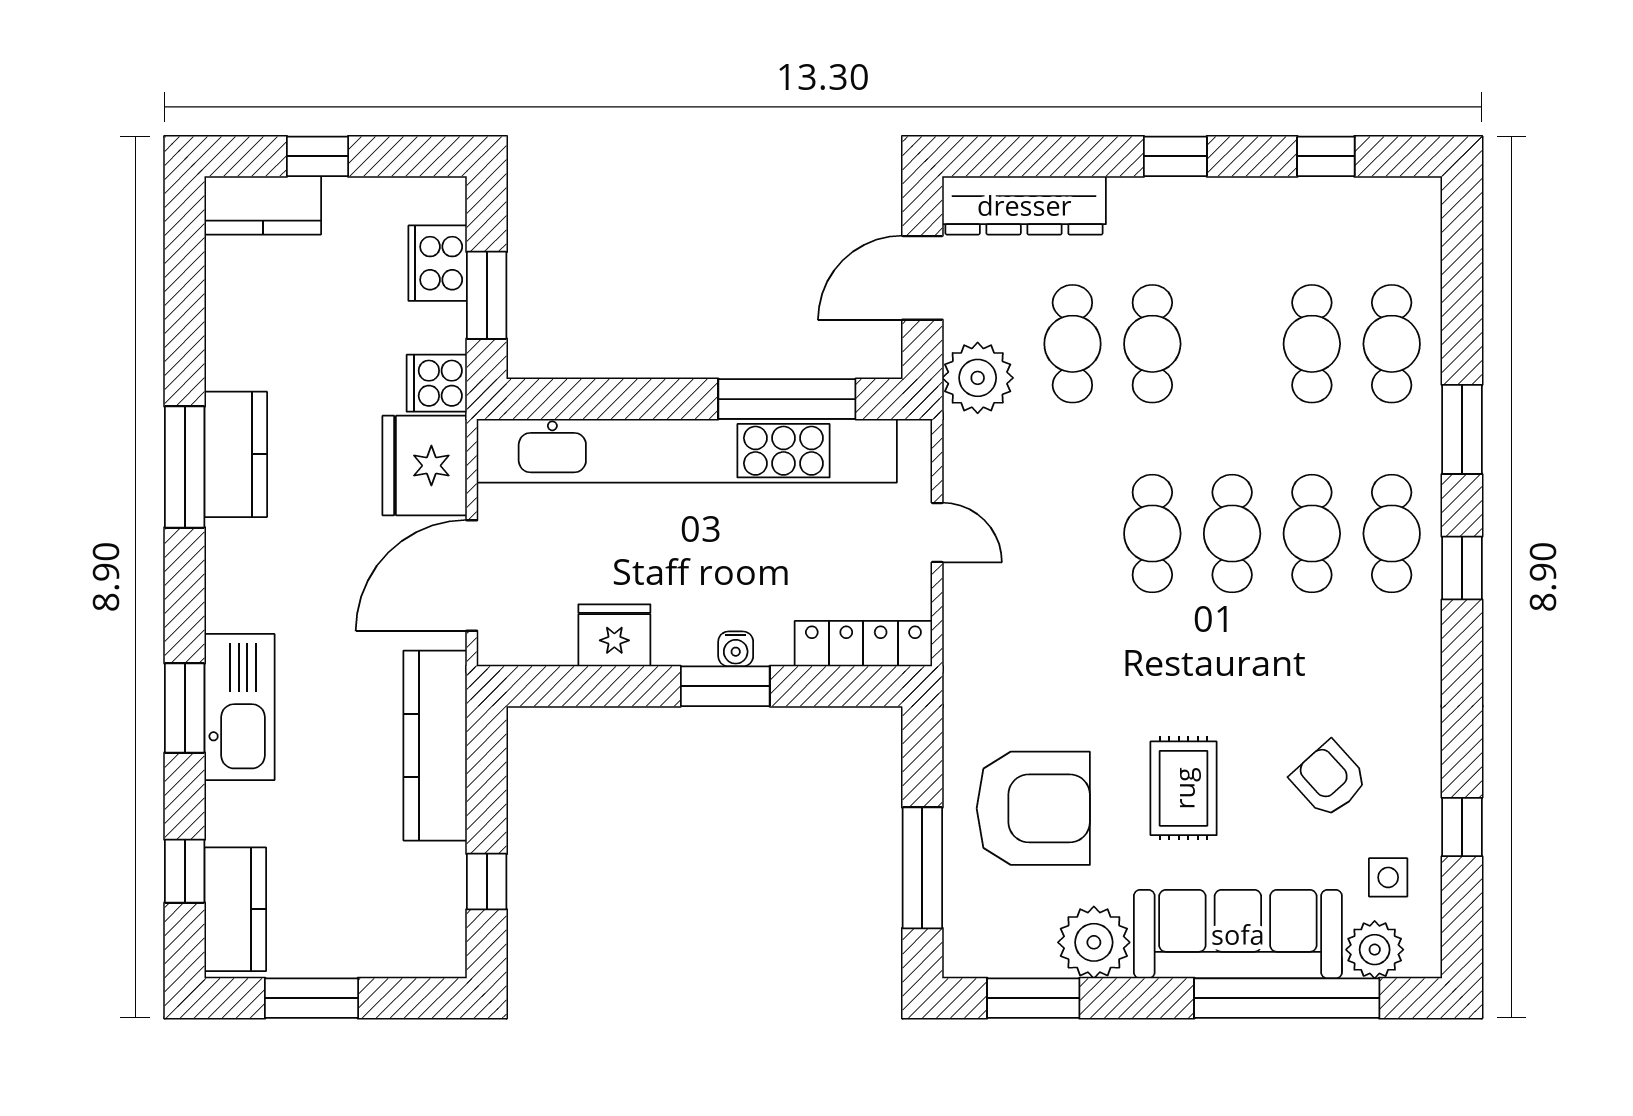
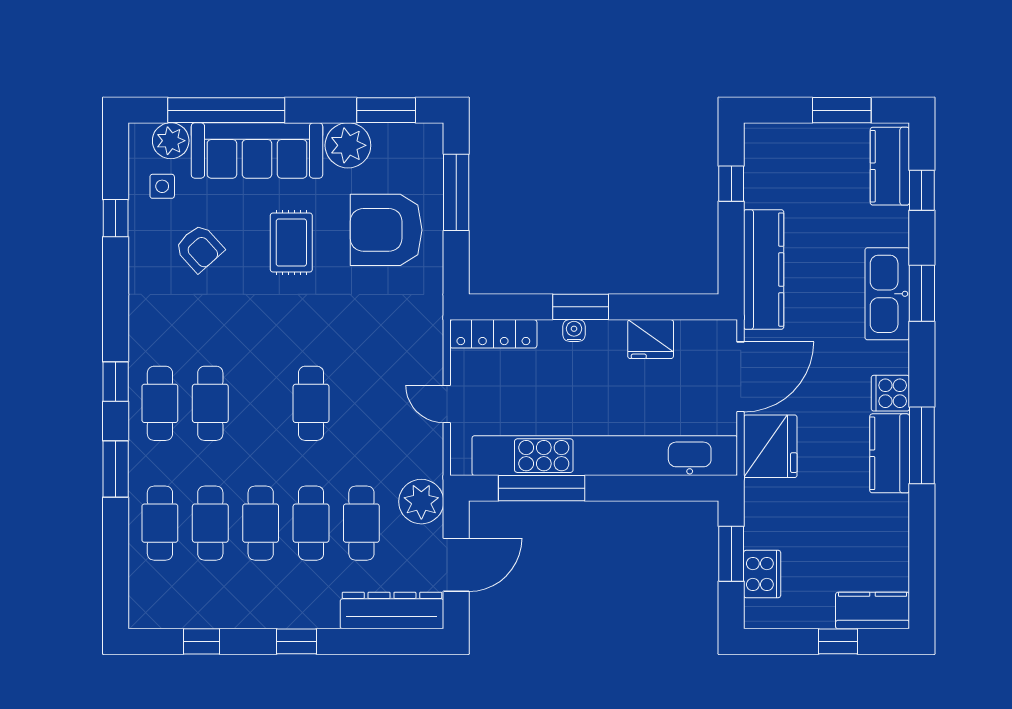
cooker: (437, 383) -> (890, 393), moved, turned 180
cafe table: (1232, 534) -> (261, 523), moved

